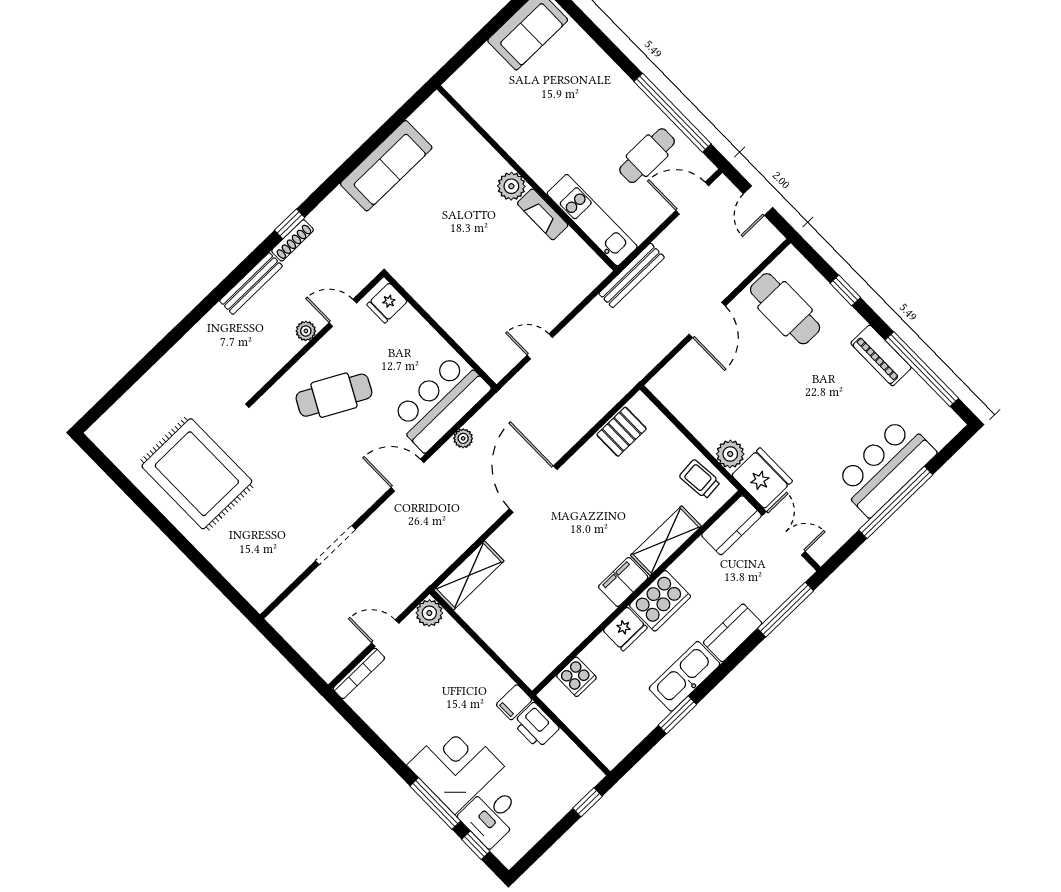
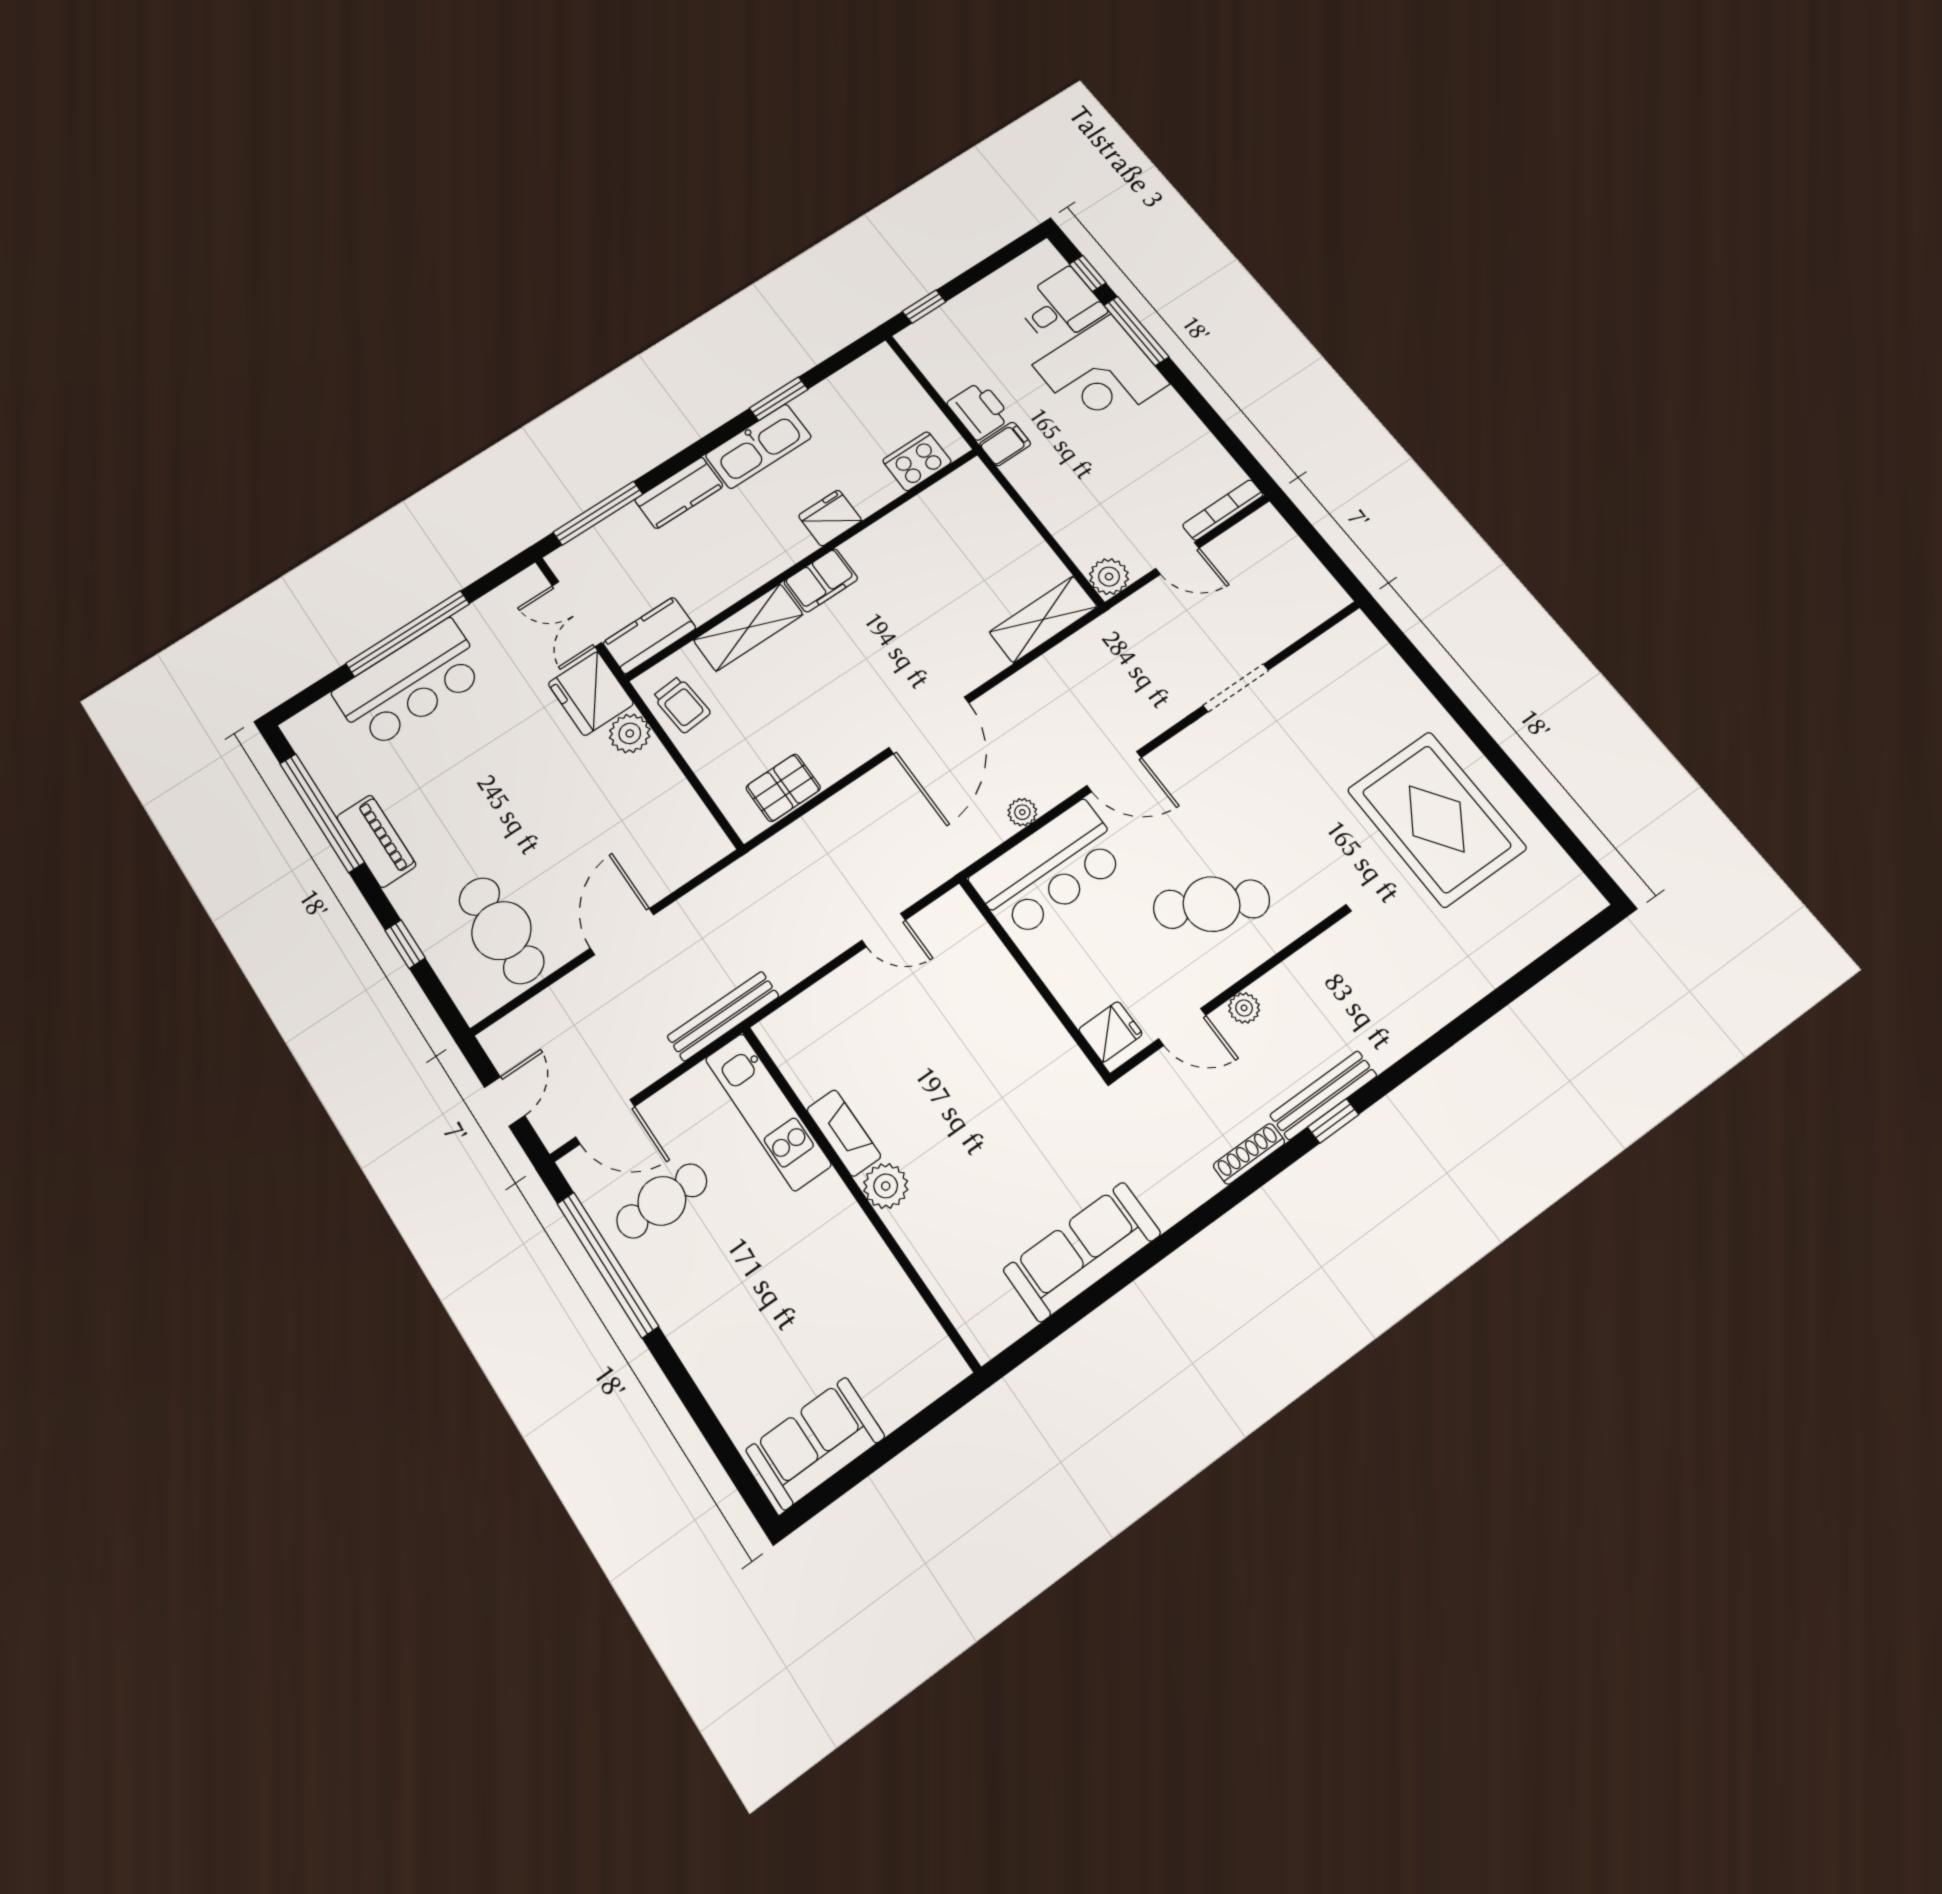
window: (290, 224) -> (1333, 1121), moved
cooker: (660, 601) -> (773, 548), removed
cooker: (576, 677) -> (917, 461), width x1.36

